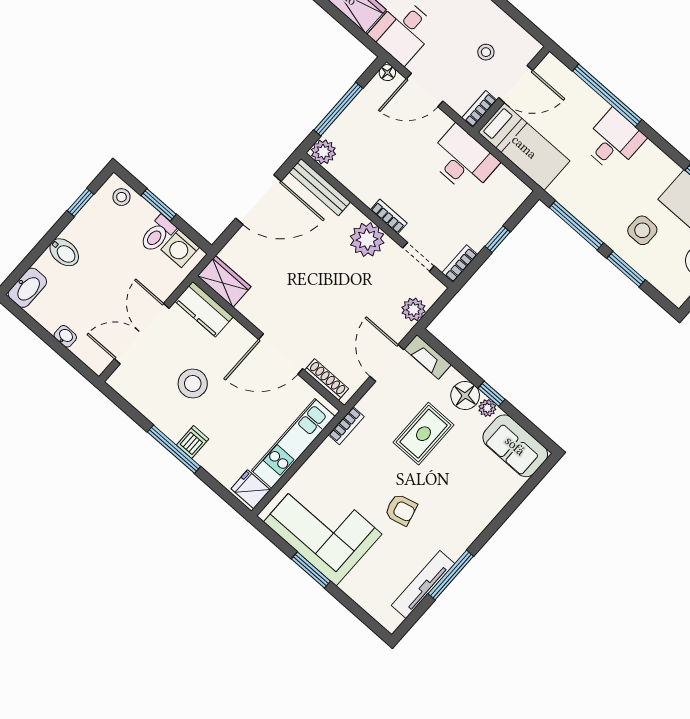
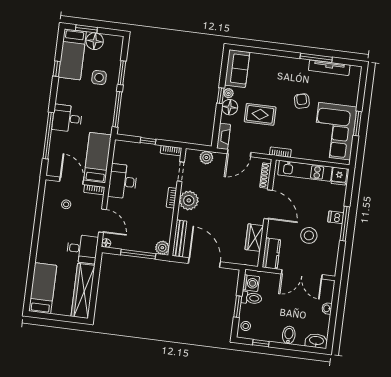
wardrobe: (224, 281) -> (254, 238), moved

